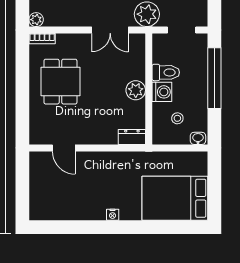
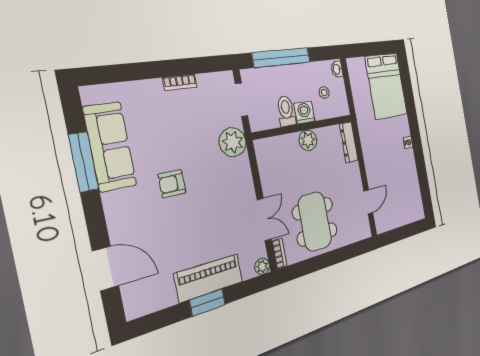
double door: (110, 30) -> (264, 220), moved
dining table: (60, 82) -> (315, 221), width x1.38
dresser: (132, 137) -> (349, 142), width x1.44

